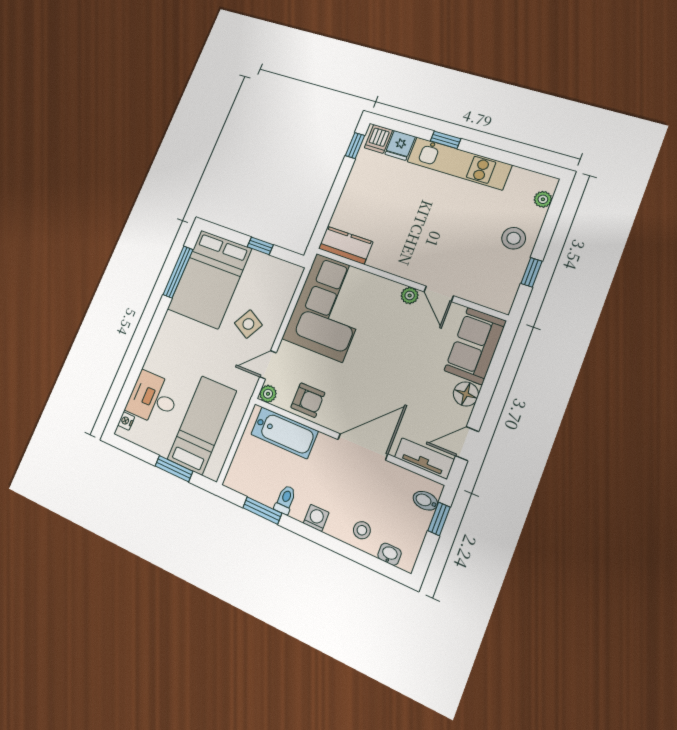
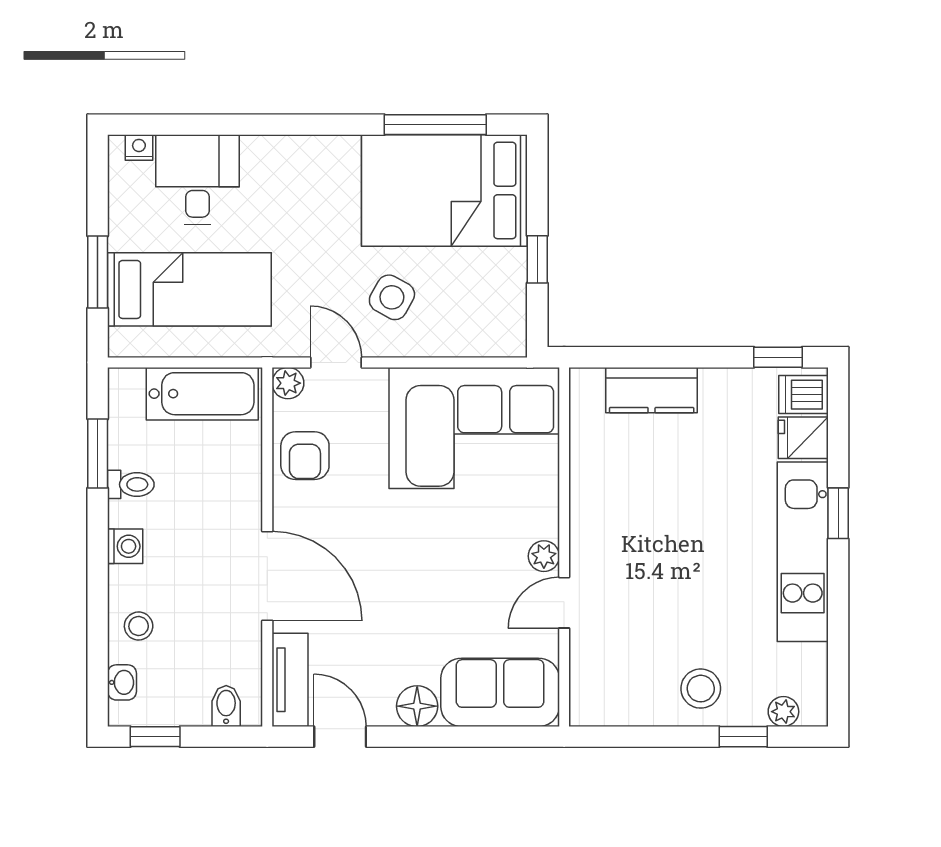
kitchen counter: (346, 245) -> (652, 390), moved, turned 90
window: (531, 272) -> (743, 737), moved
bathtub: (284, 433) -> (202, 394), moved, turned -90
window: (439, 519) -> (155, 737), moved

